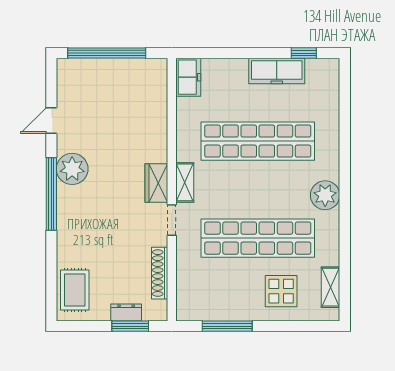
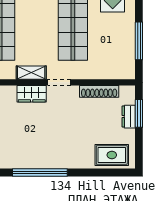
plant: (72, 169) -> (21, 157), removed

